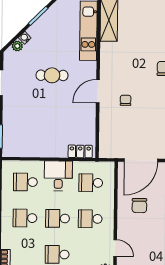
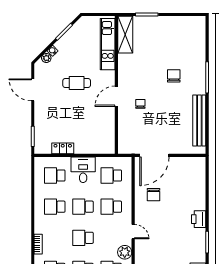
locker: (80, 151) -> (63, 148), moved

